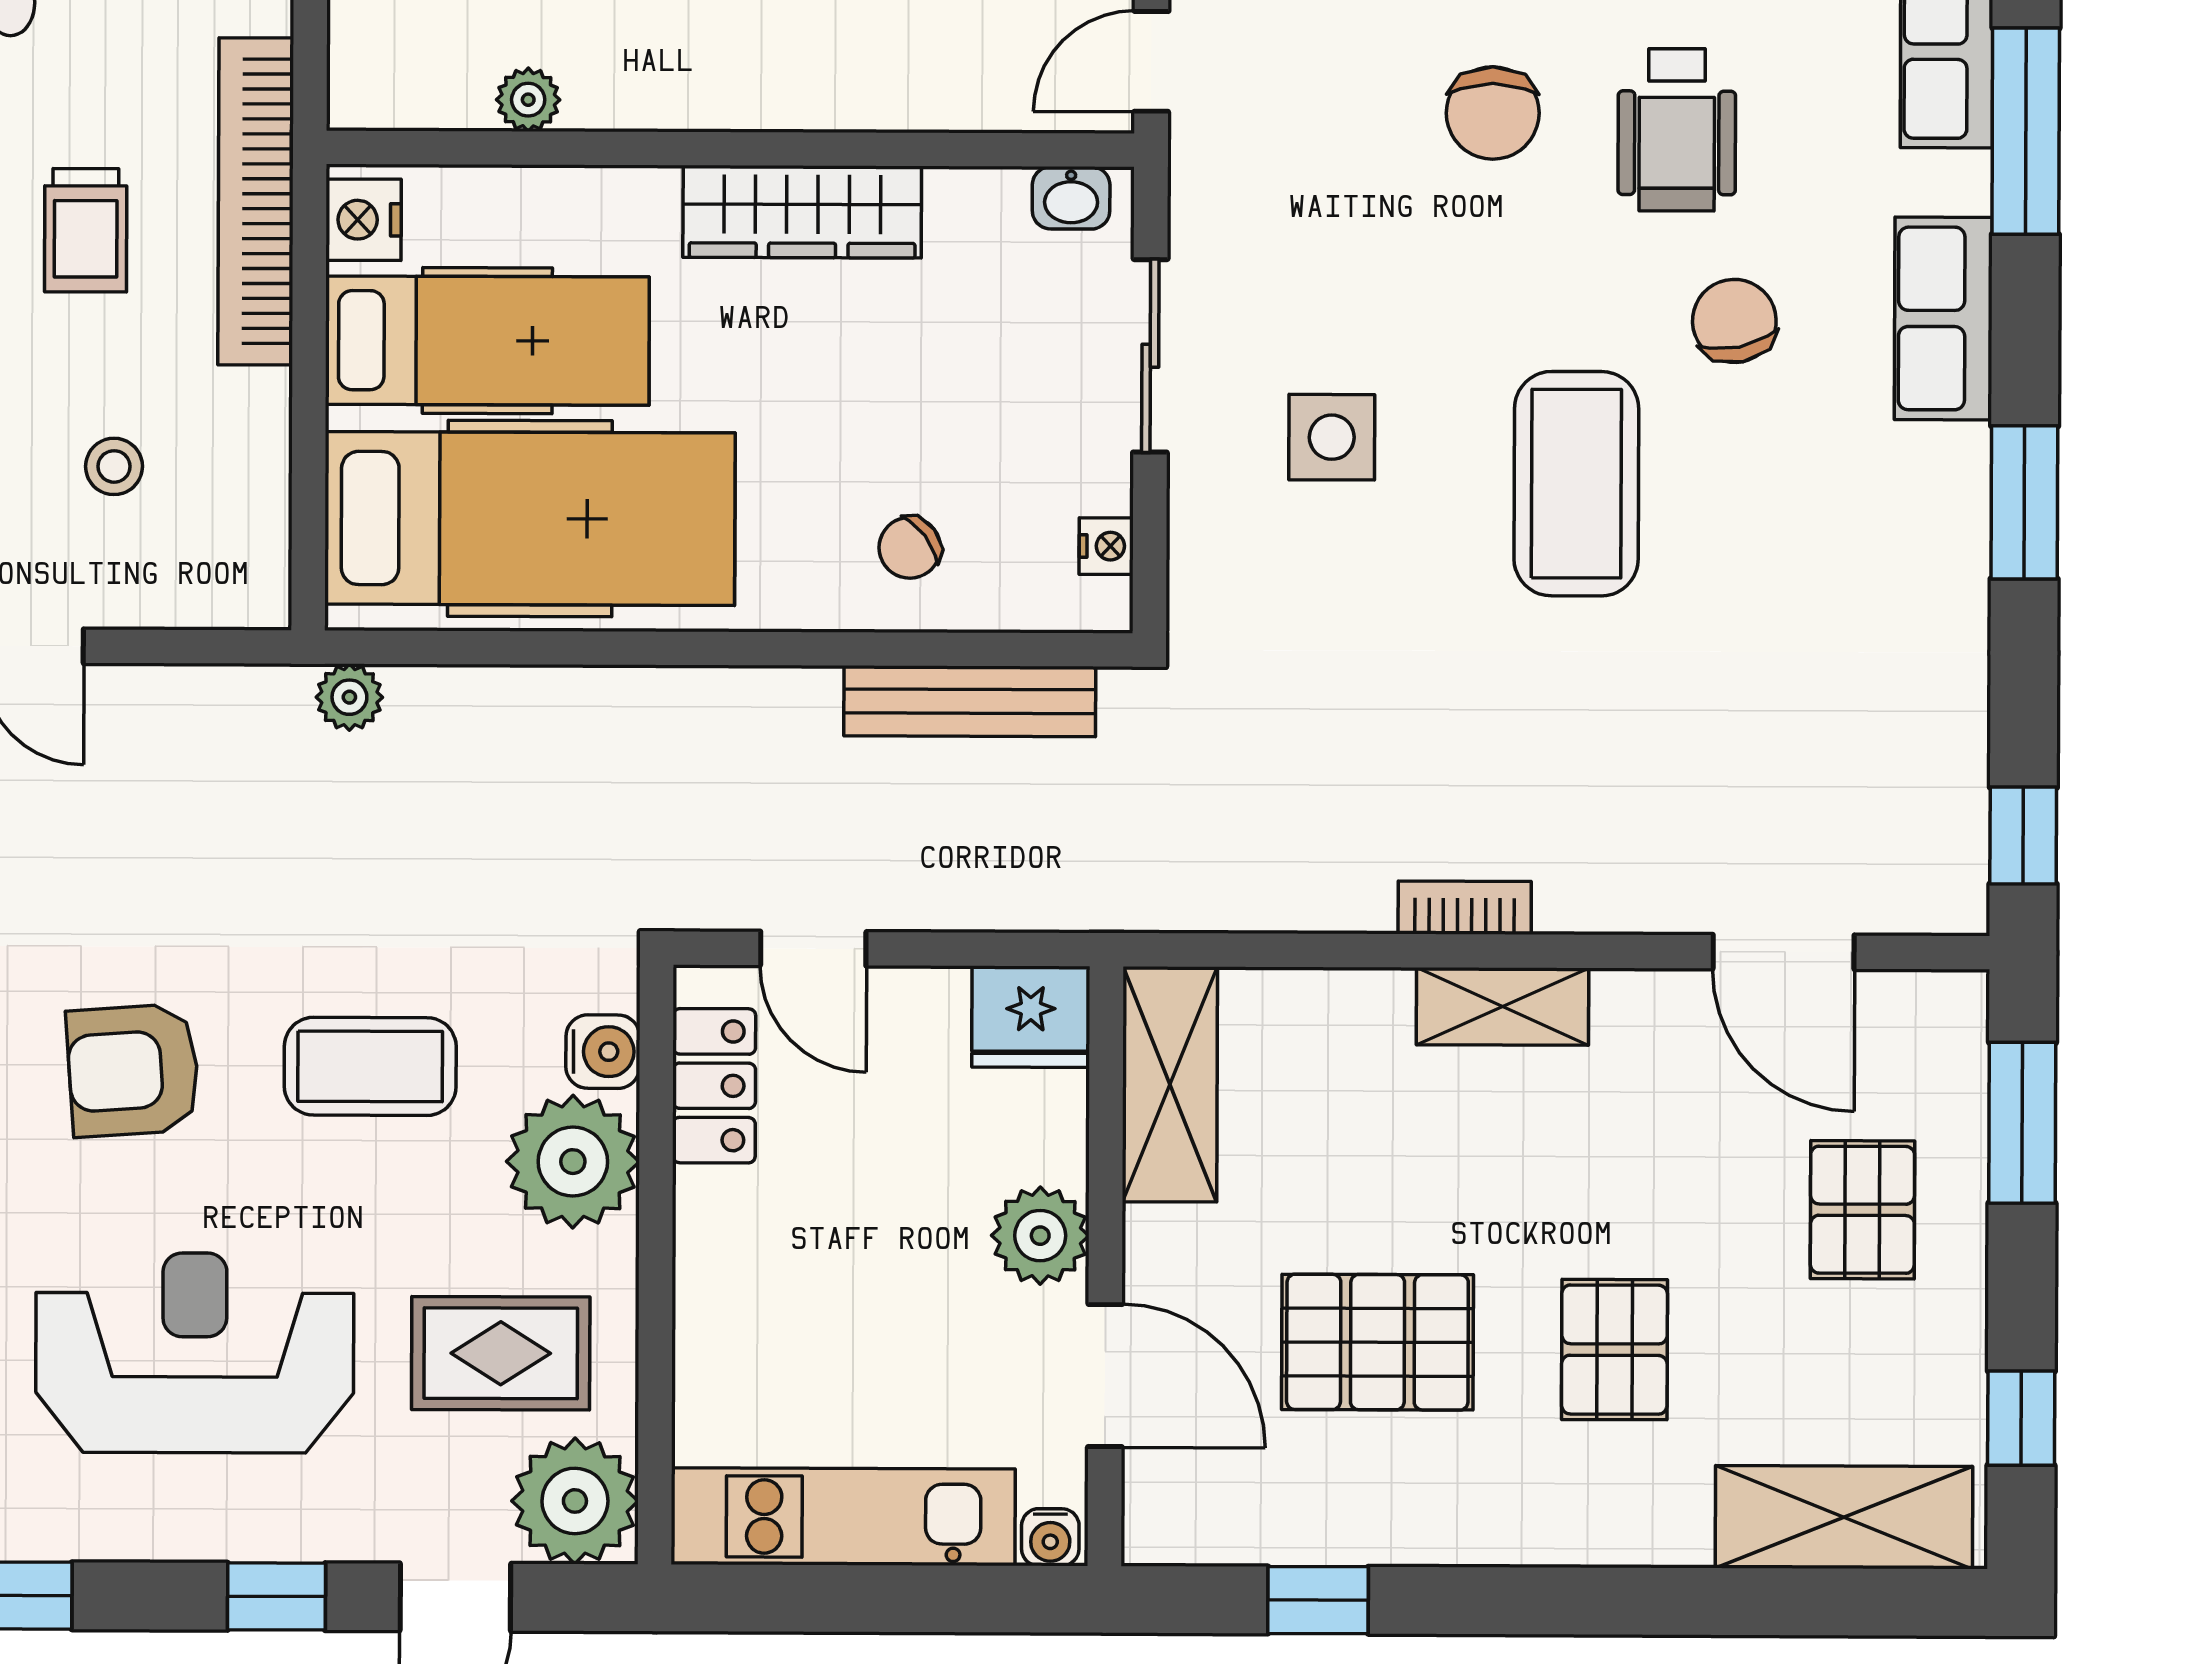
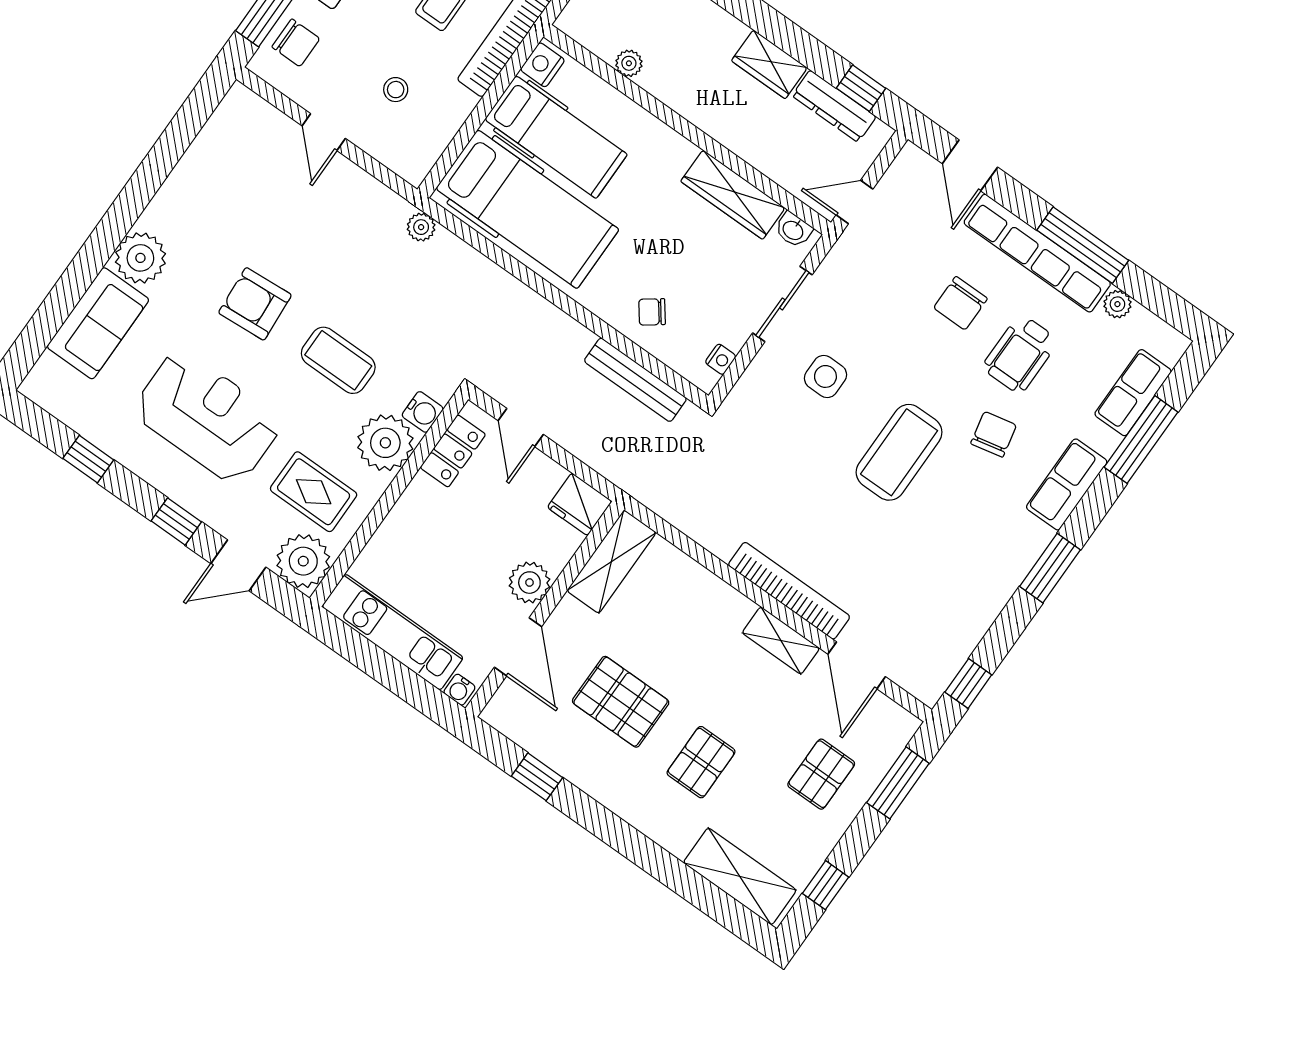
wardrobe: (802, 212) -> (733, 195), moved
bookcase: (1465, 908) -> (789, 591), width x2.31, depth x1.31
shelving: (1502, 1006) -> (781, 640), moved

